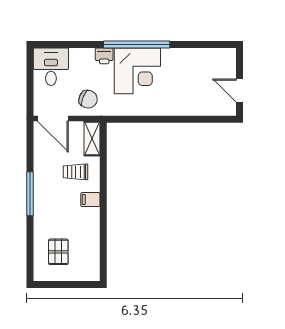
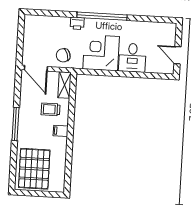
desk: (51, 67) -> (132, 58), moved, turned 180
corner desk: (137, 71) -> (101, 53), moved, turned 180
chair: (88, 99) -> (63, 55), turned 139
pallet: (58, 252) -> (34, 169), width x2.05, depth x2.00

